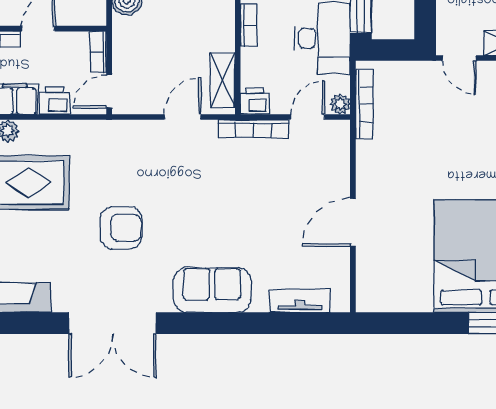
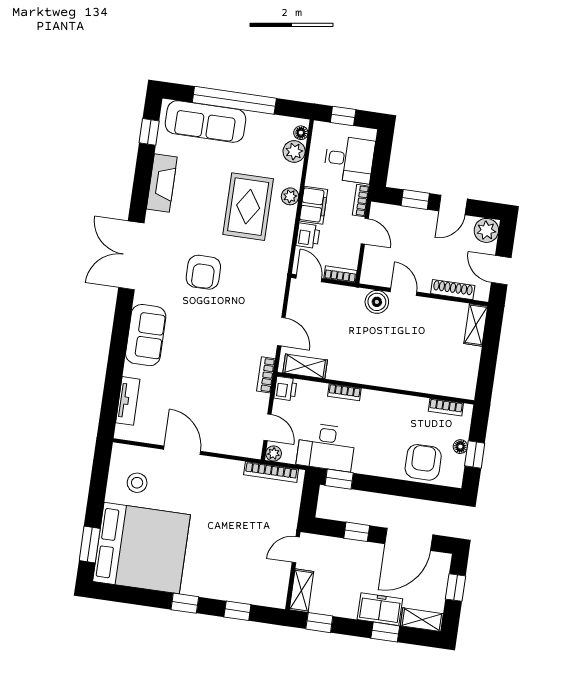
bookcase: (253, 129) -> (266, 375), width x0.64
stool: (403, 274) -> (137, 483), added

